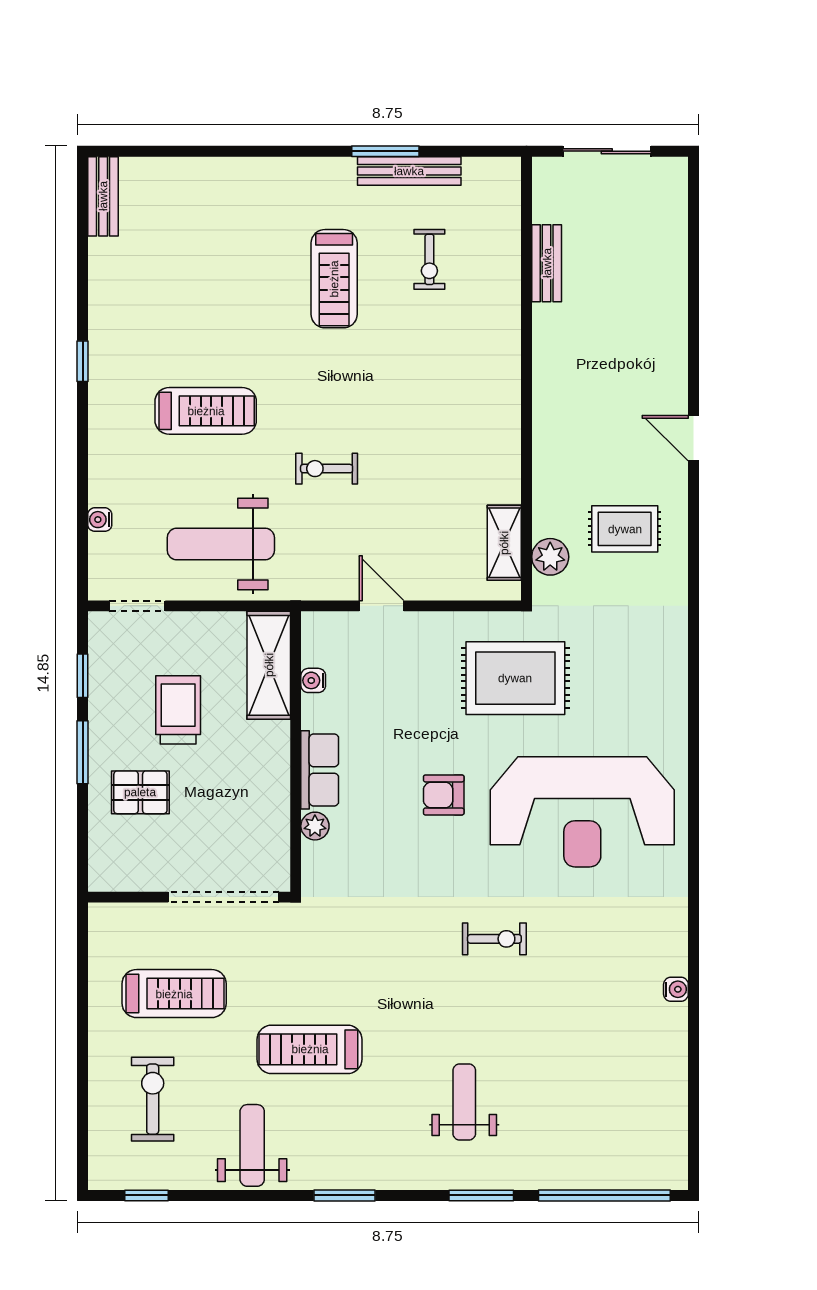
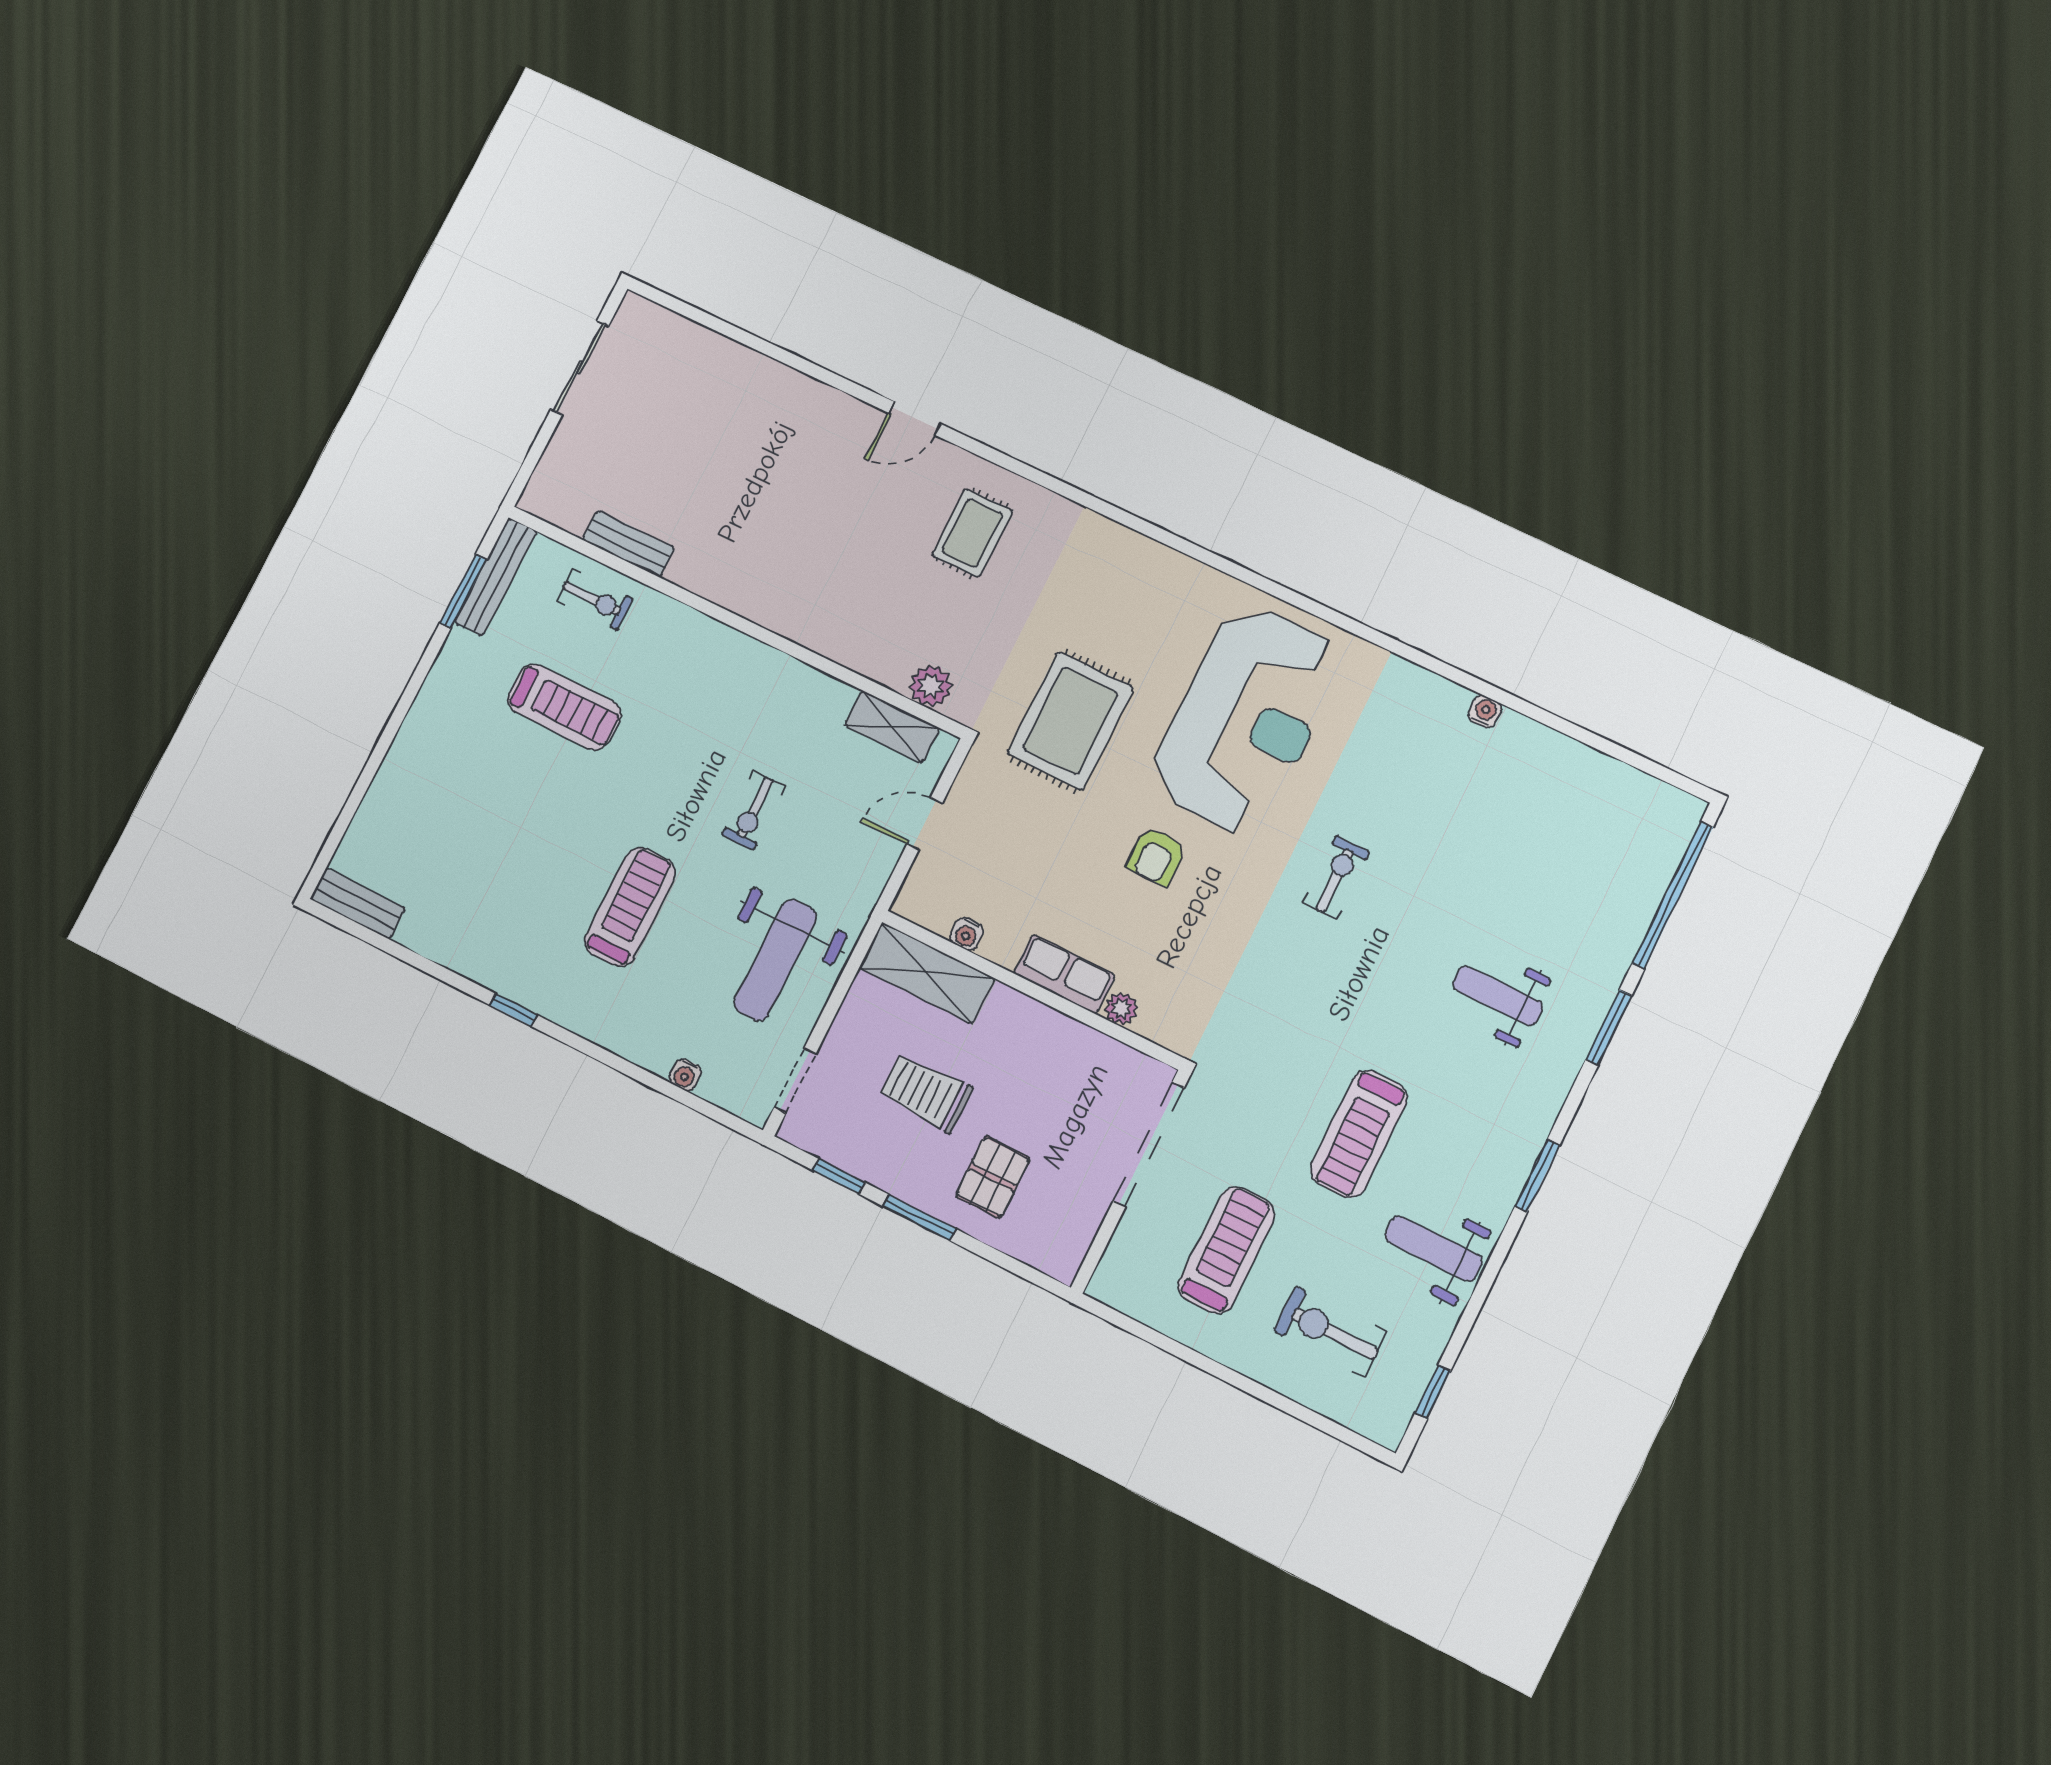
bench: (547, 263) -> (629, 544), moved
wall: (527, 379) -> (735, 621), moved
shelving: (504, 543) -> (892, 727), moved
plant: (550, 557) -> (931, 686), moved

